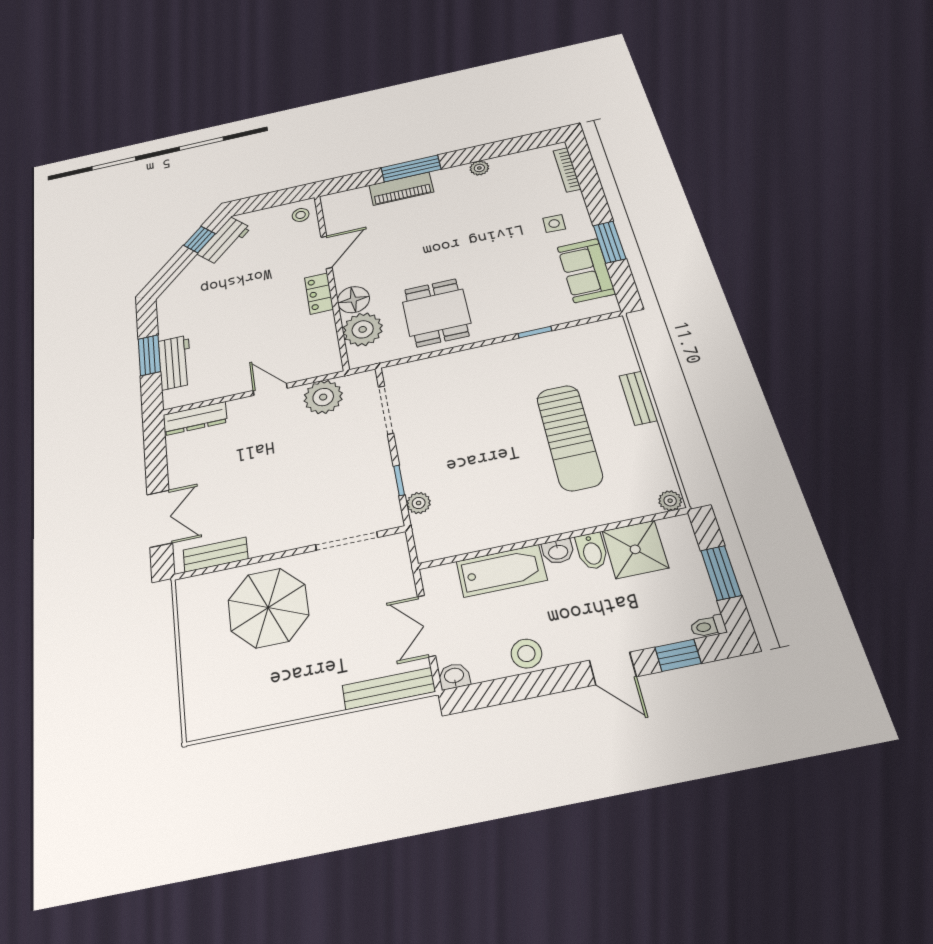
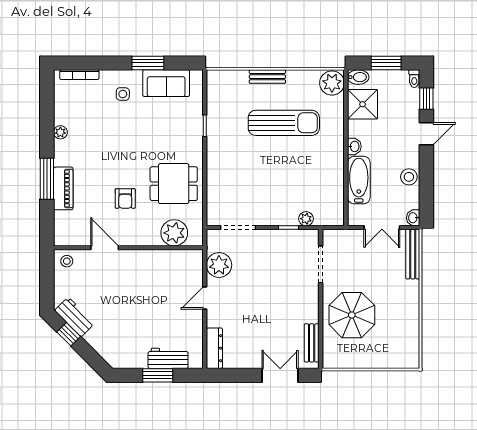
armchair: (402, 260) -> (125, 198), added
locker: (319, 294) -> (138, 257), removed
floor lamp: (353, 300) -> (149, 235), removed
plant: (670, 501) -> (332, 83), width x1.88, depth x1.88
bidet: (592, 551) -> (358, 77), moved

